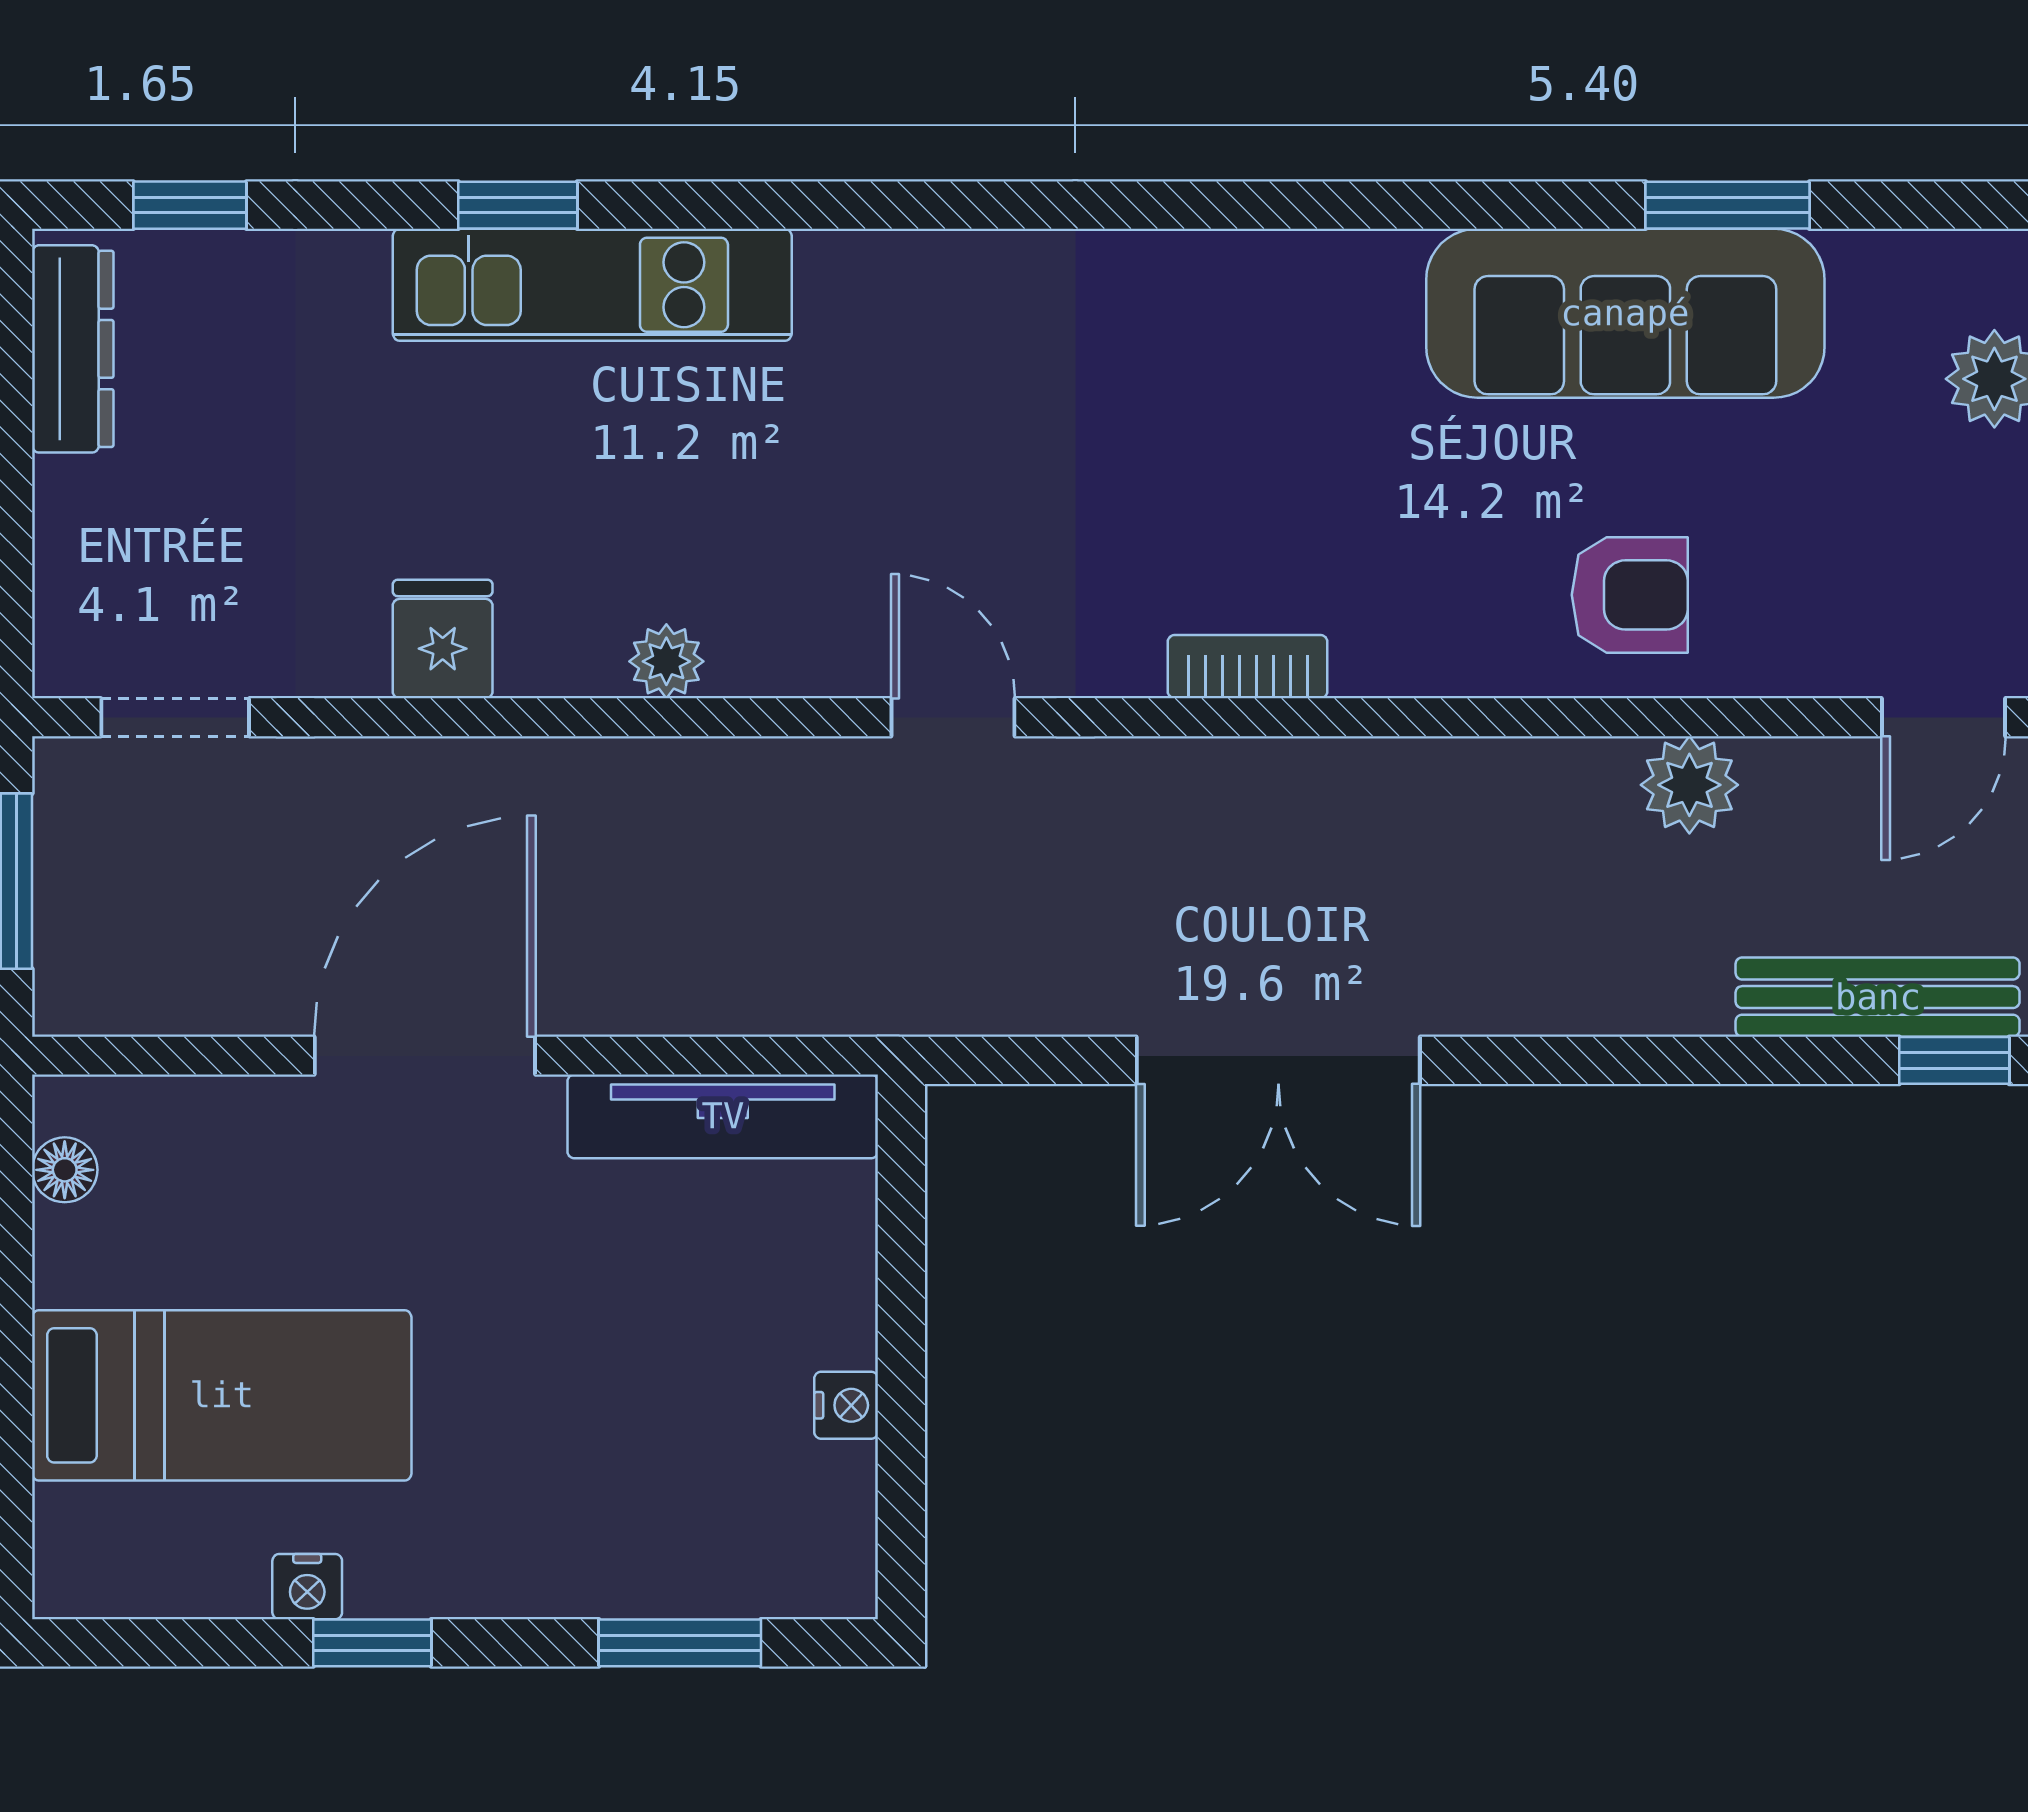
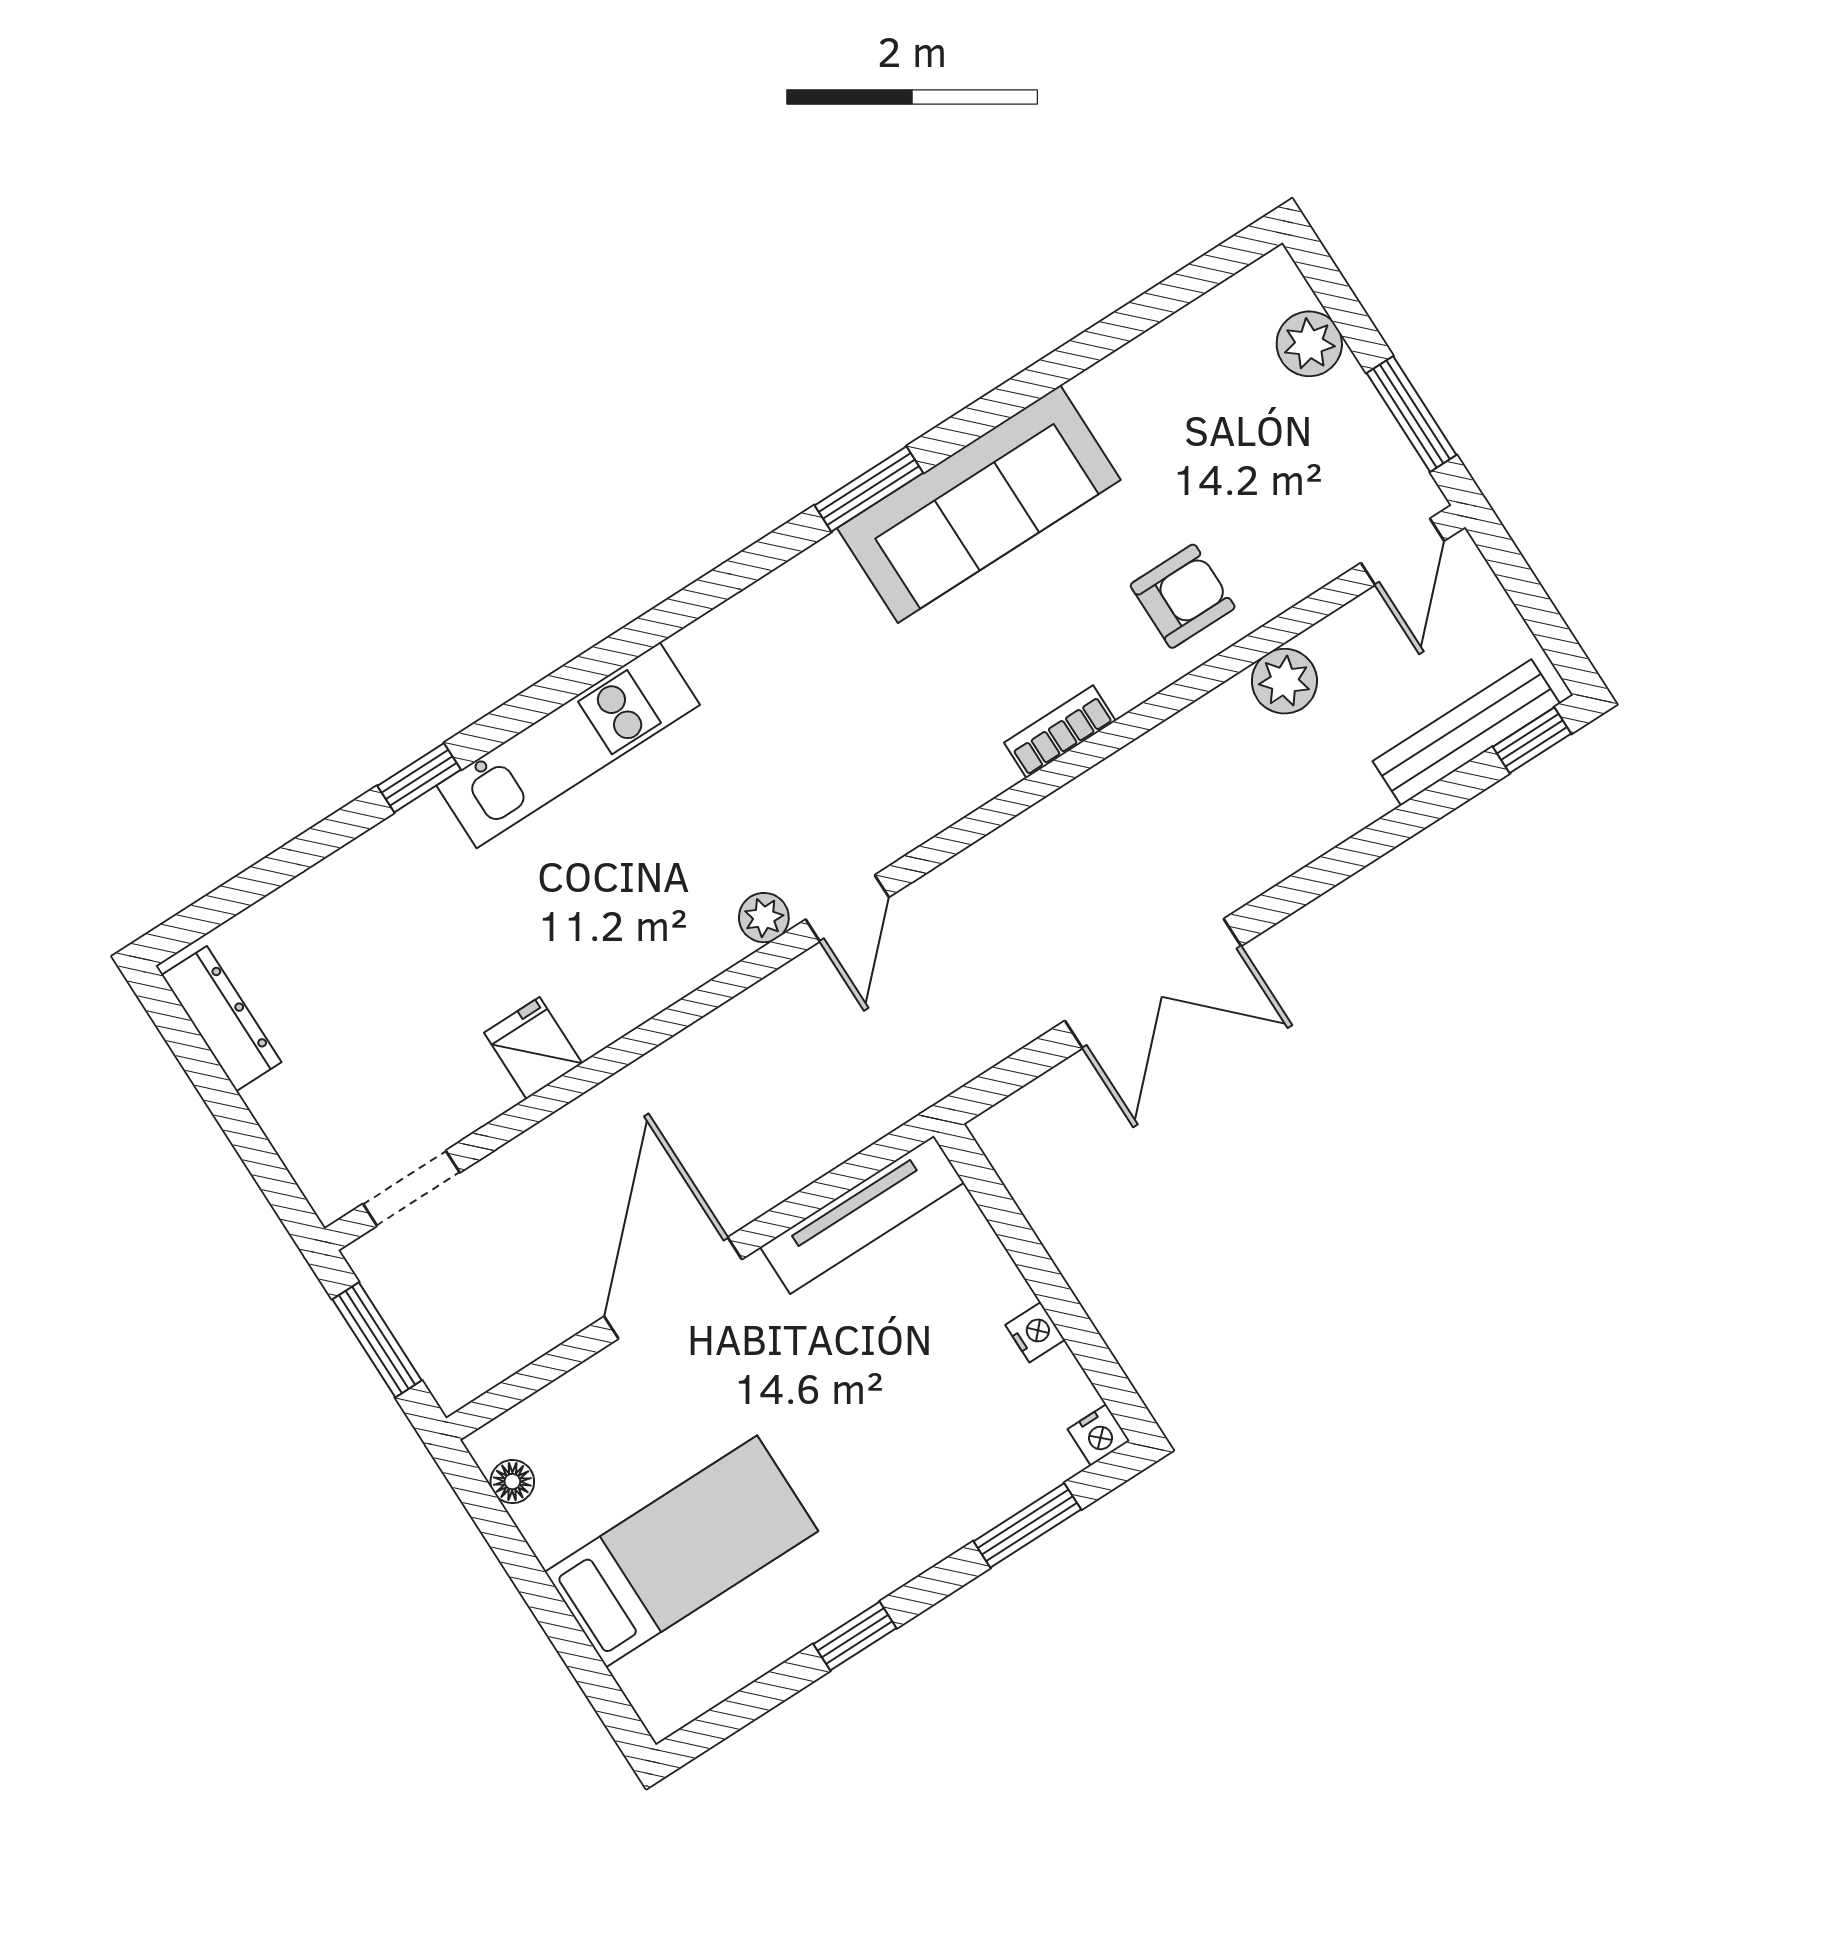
window: (190, 205) -> (235, 896), removed
window: (1727, 205) -> (869, 489), moved
kitchen unit: (592, 285) -> (568, 745), moved
sofa: (1625, 313) -> (979, 504), moved
plant: (666, 661) -> (764, 918), moved
bookcase: (1248, 667) -> (1060, 732), moved
door: (953, 717) -> (847, 908), swing flipped
nightstand: (307, 1587) -> (1099, 1435), moved

